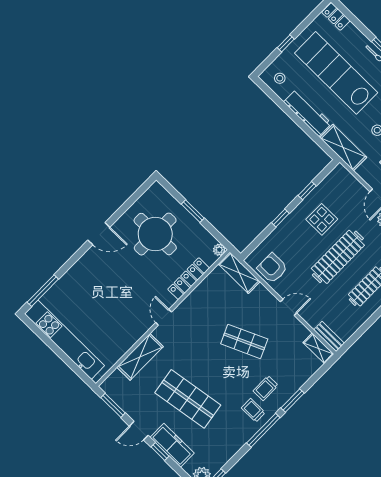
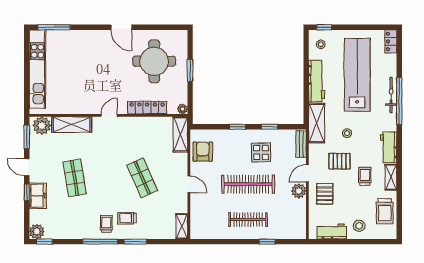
window: (286, 43) -> (324, 27), moved
bench: (329, 337) -> (301, 144), moved
plant: (116, 383) -> (42, 126), added
shop shelf: (188, 399) -> (75, 178), width x0.70, depth x0.74
freezer: (172, 445) -> (38, 196), width x0.71

